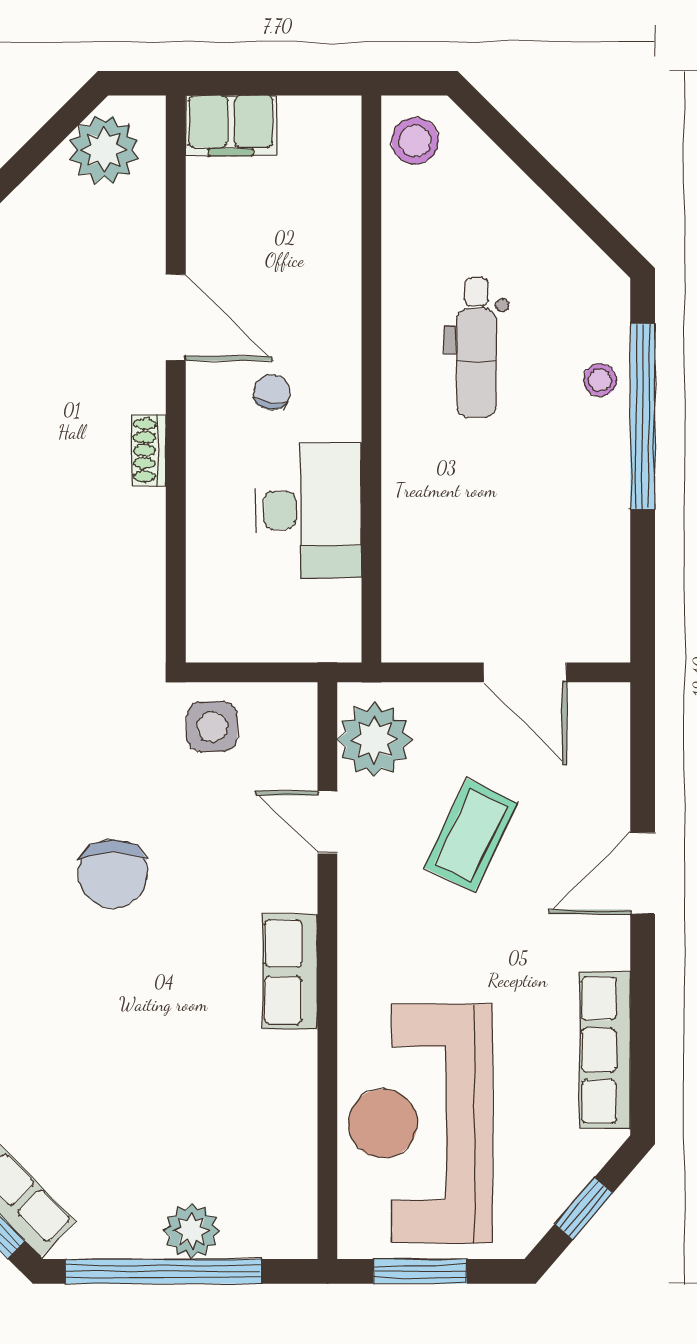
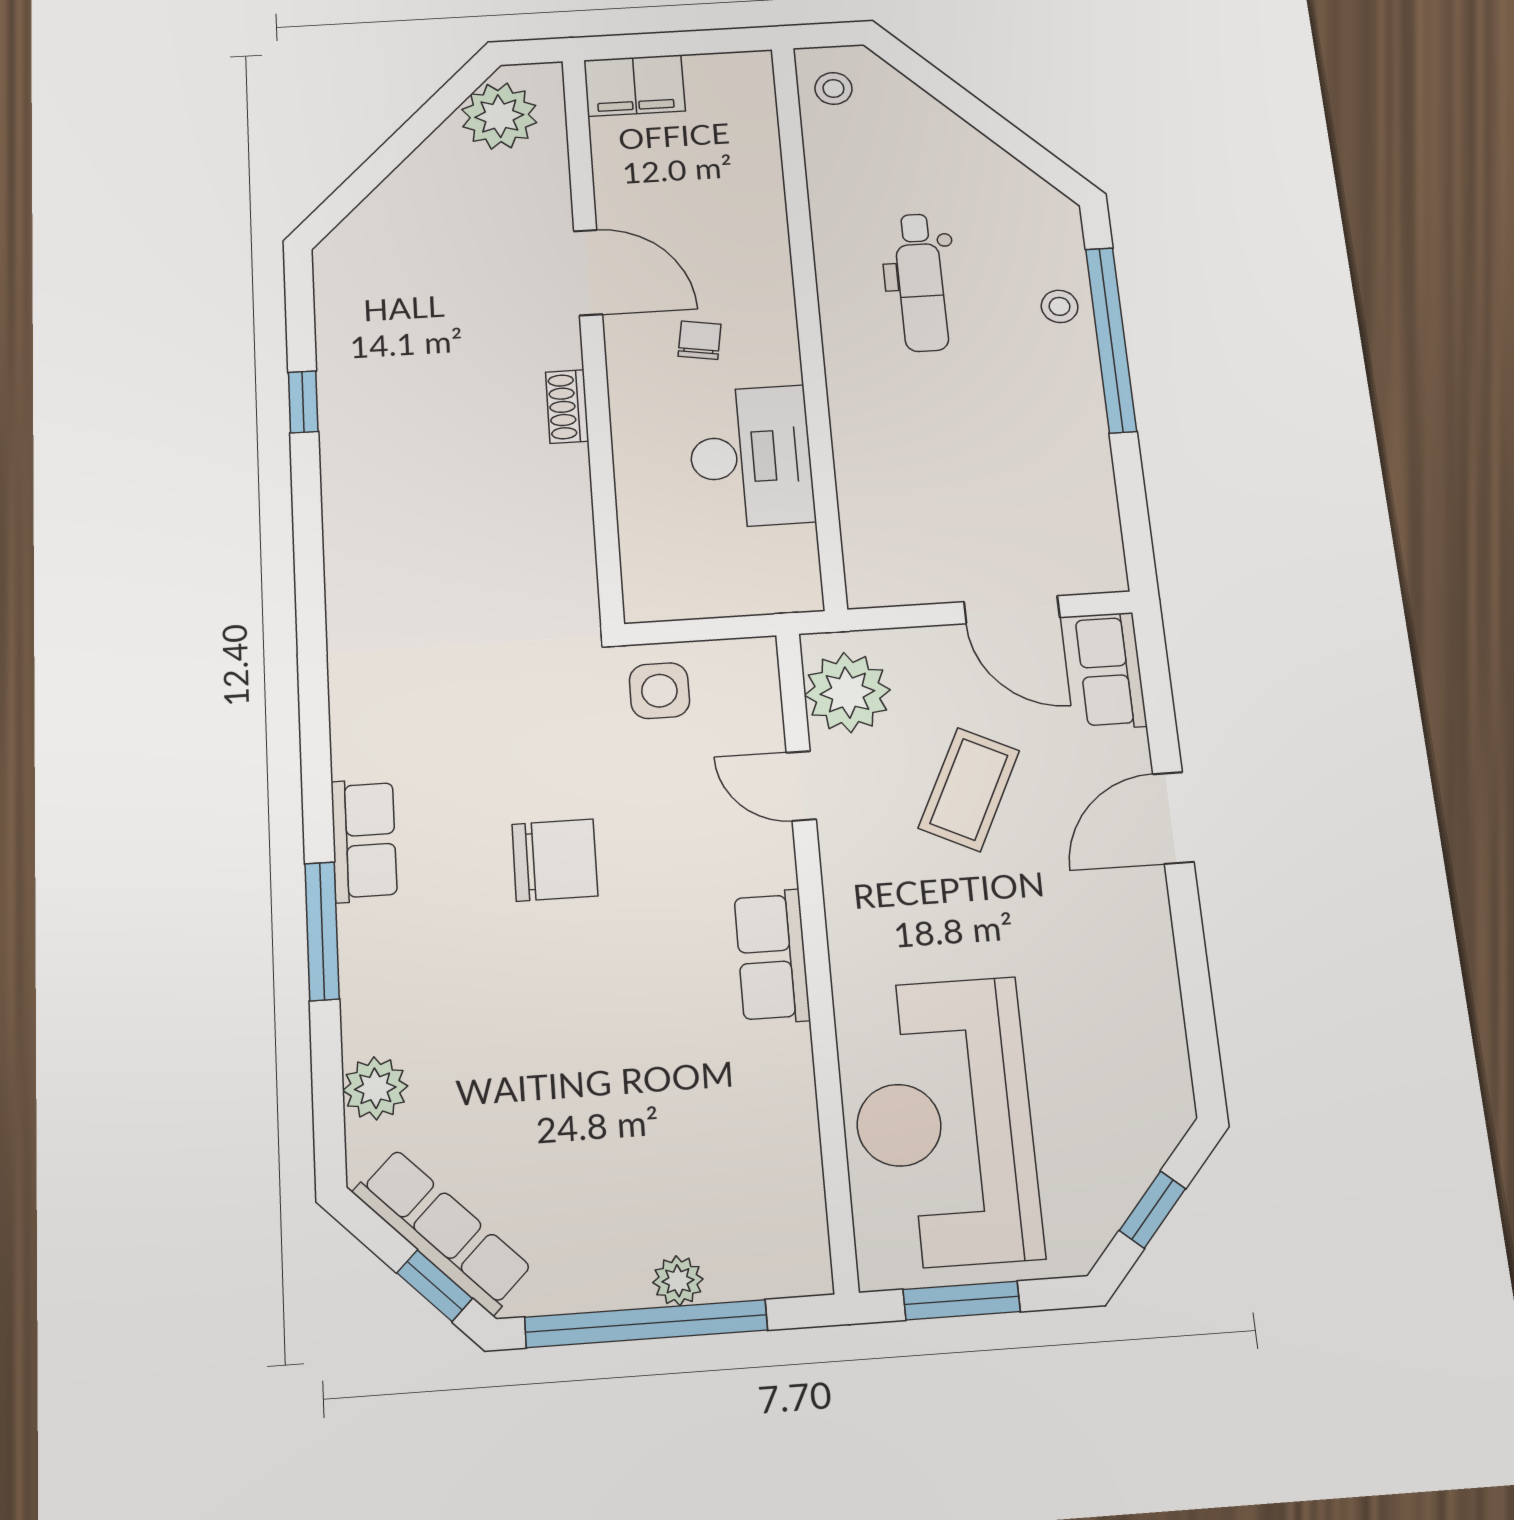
stool: (415, 141) -> (833, 88), width x0.73, depth x0.73
chair: (113, 874) -> (555, 860), turned -90
row of seats: (605, 1050) -> (1111, 671), moved, width x0.68
plant: (192, 1231) -> (678, 1281), width x0.73, depth x0.73

